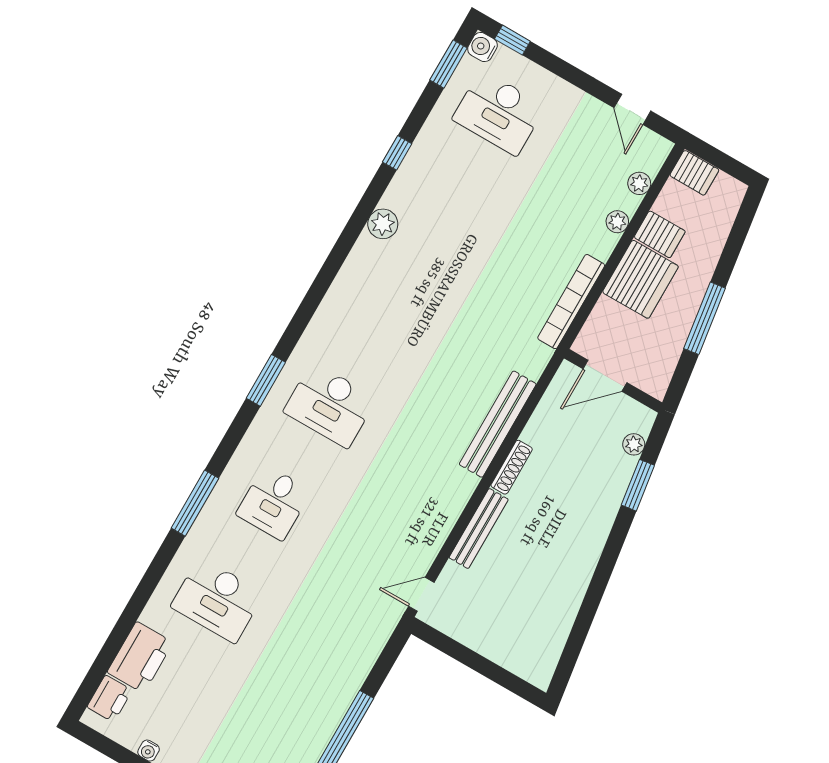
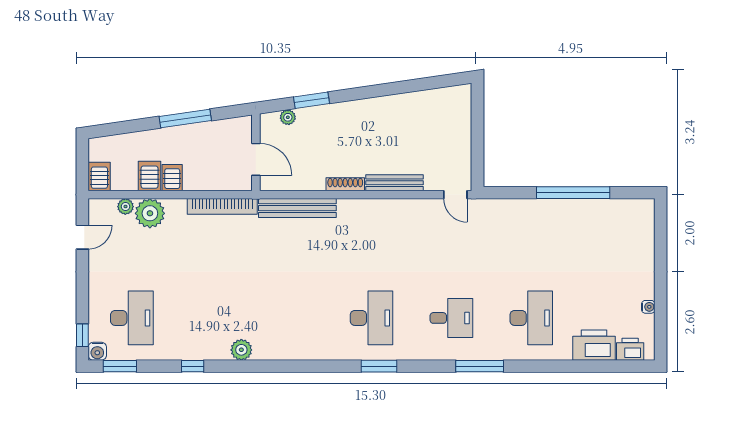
plant: (617, 222) -> (150, 213), width x1.88, depth x1.88
server rack: (640, 279) -> (172, 178), width x0.46, depth x0.70
bench: (498, 424) -> (297, 208), moved

